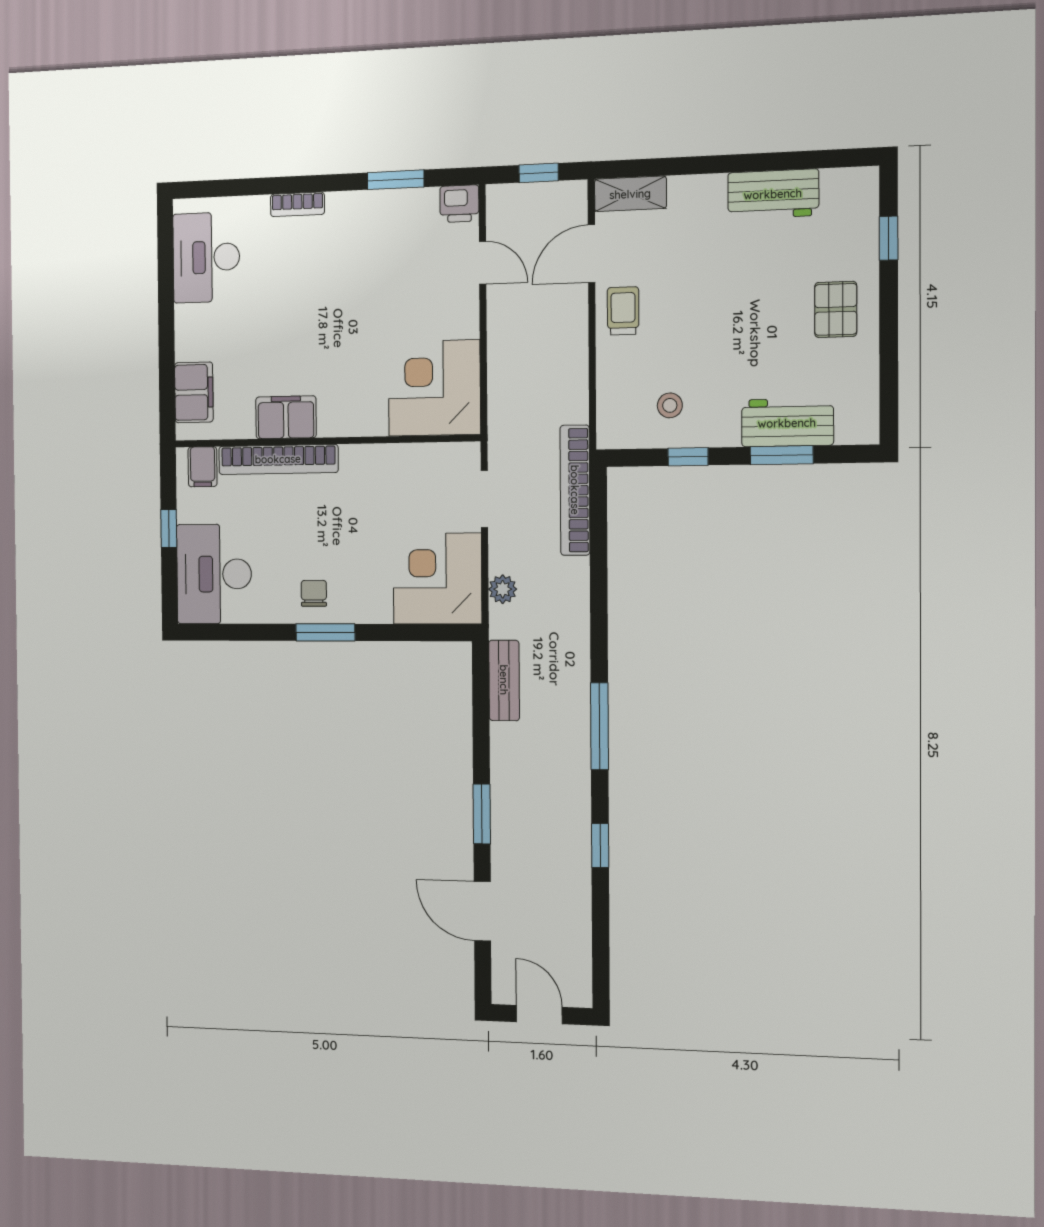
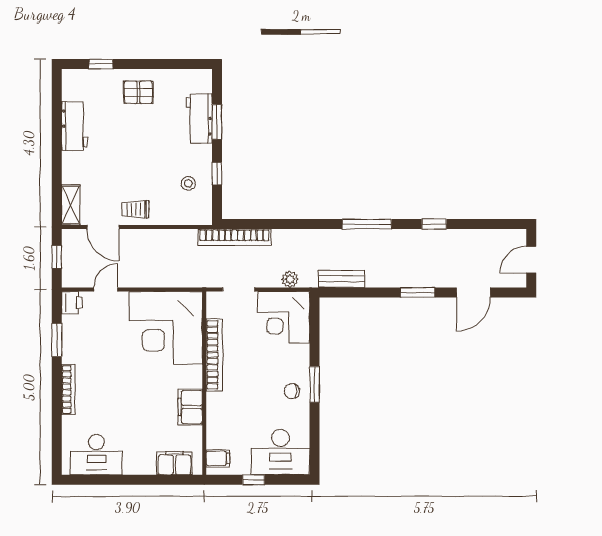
bookcase: (297, 204) -> (68, 390), width x1.56
corner desk: (434, 388) -> (166, 328), width x1.36, depth x1.36
bookcase: (278, 459) -> (214, 355), moved

